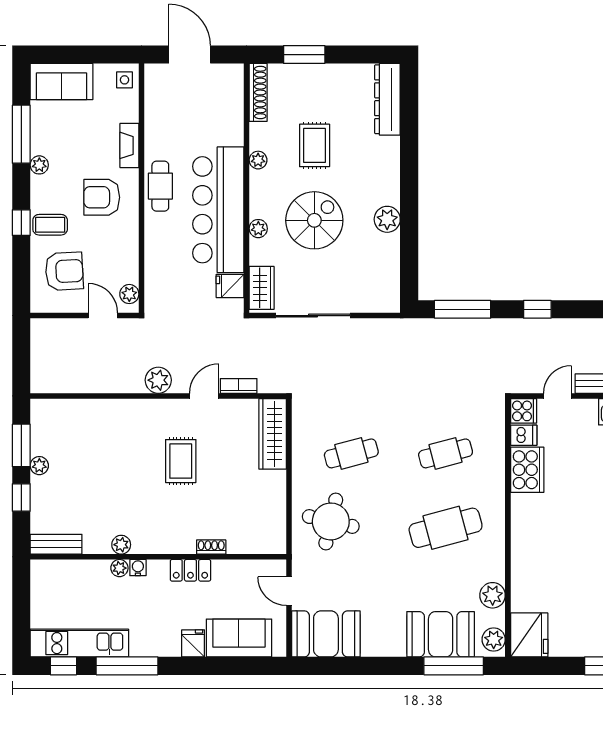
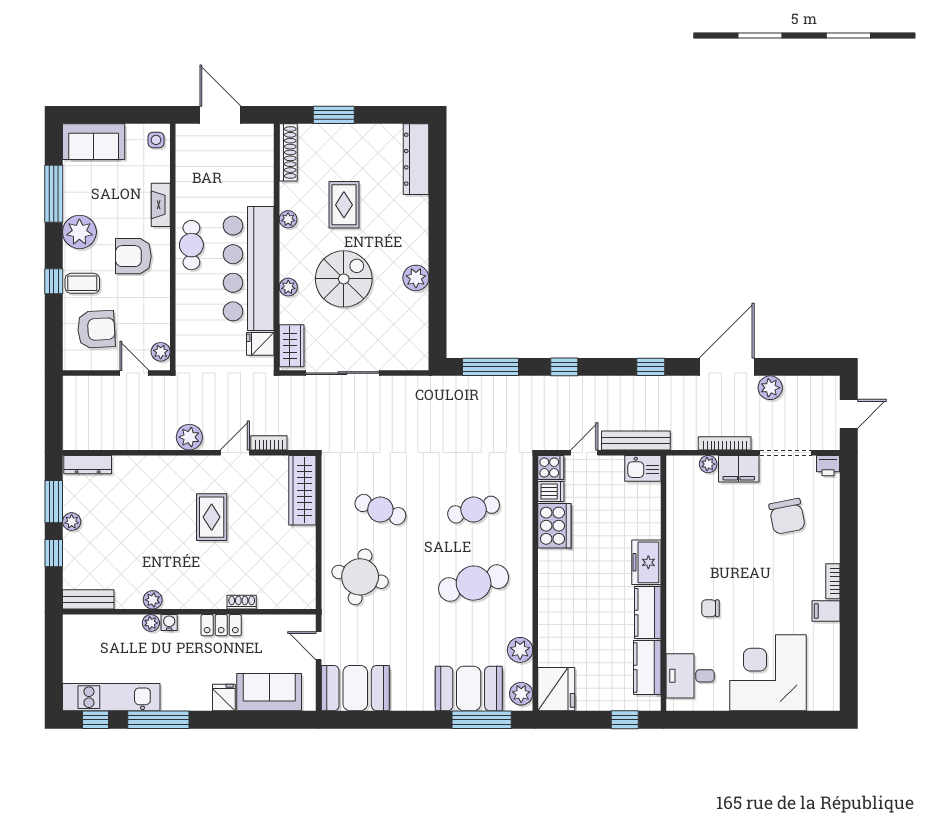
plant: (39, 165) -> (79, 232), width x1.88, depth x1.88
dresser: (56, 408) -> (88, 465), added
cafe table: (351, 453) -> (380, 510), turned 36

